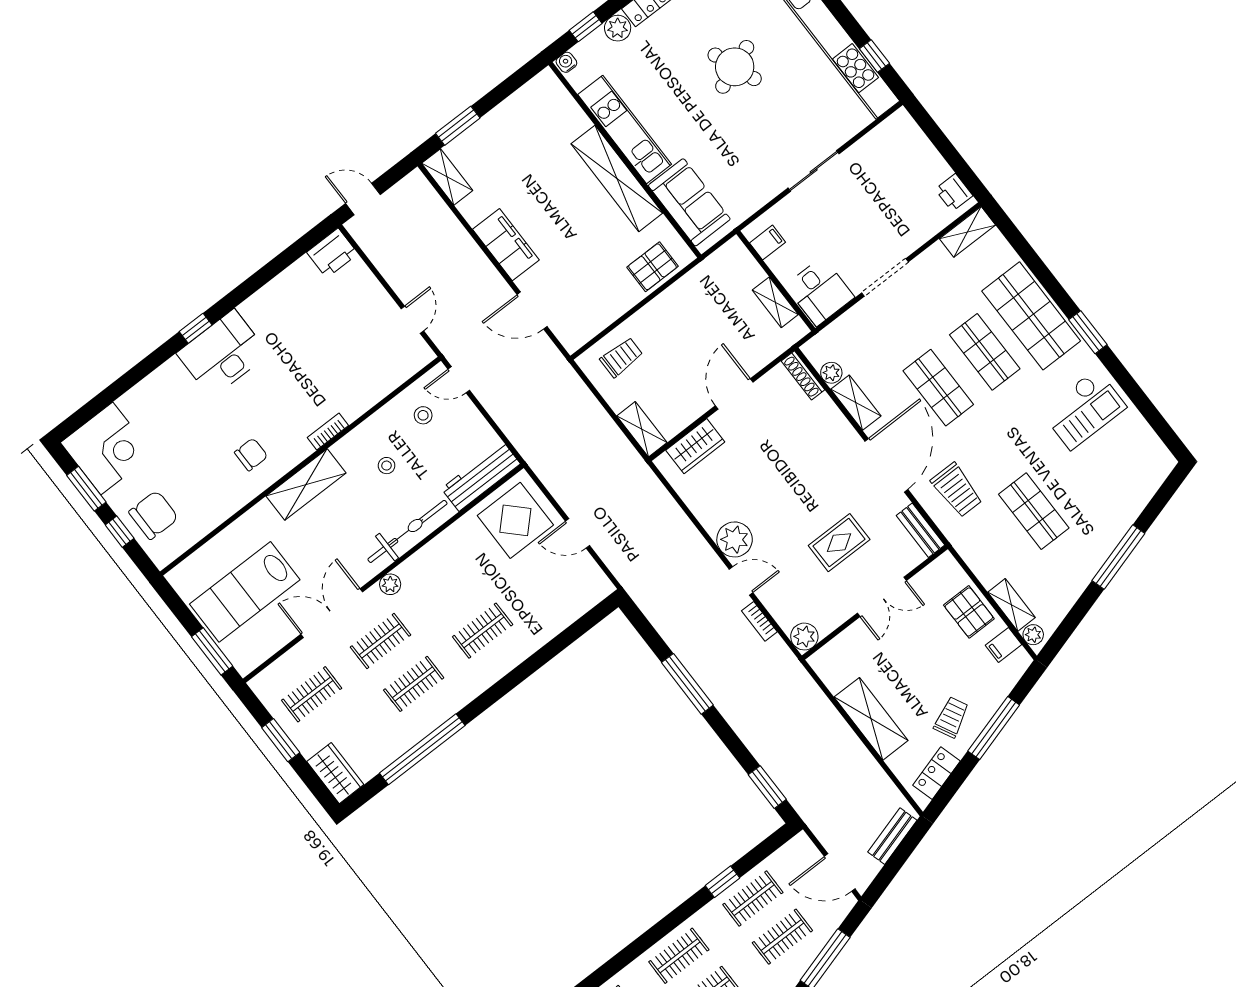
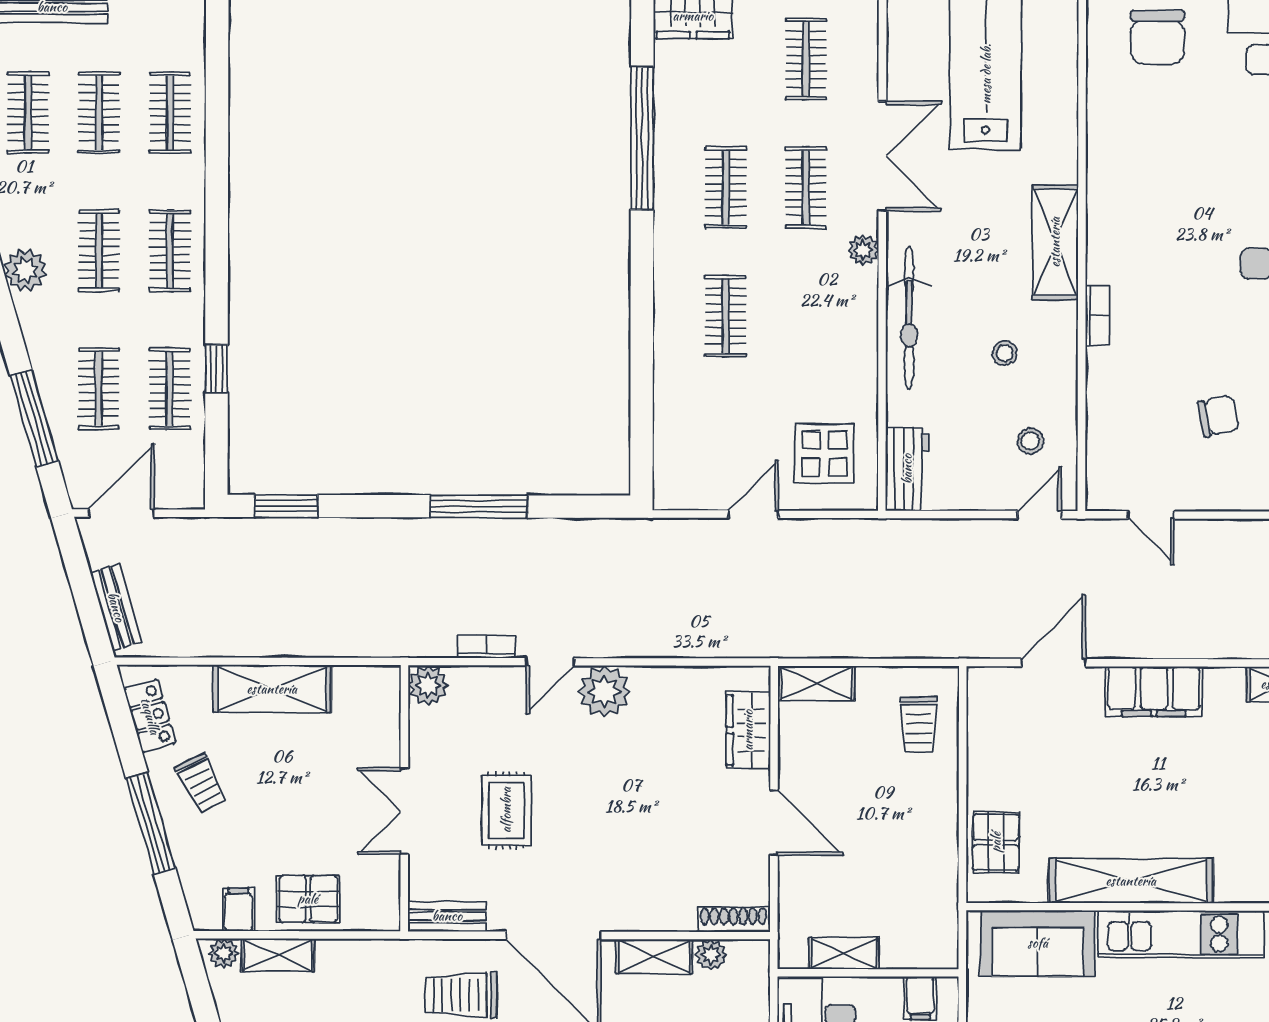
chair: (251, 454) -> (1218, 416), moved, turned -102
workbench: (481, 476) -> (907, 469), width x0.73
display table: (515, 520) -> (825, 454), width x0.73, depth x0.73

